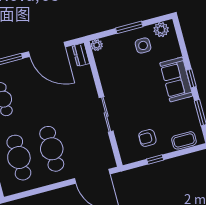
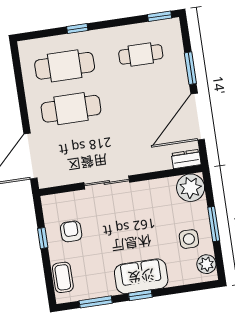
plant: (97, 45) -> (191, 188), width x1.87, depth x1.87

